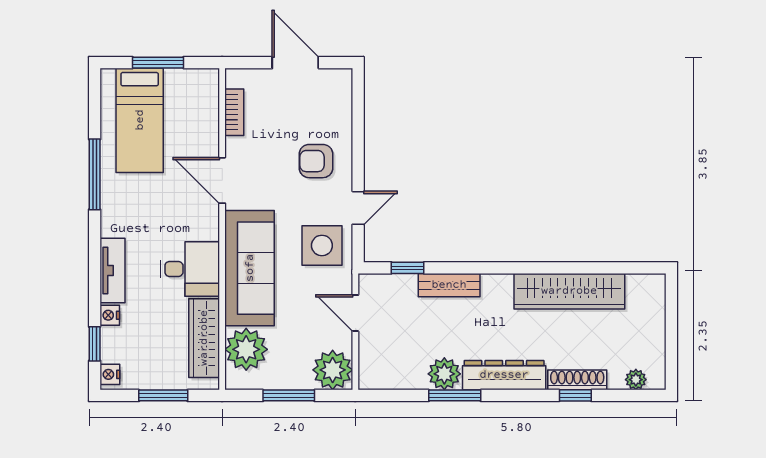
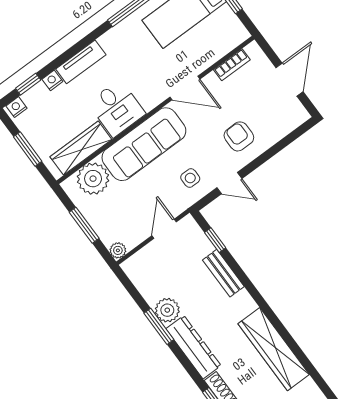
door: (222, 180) -> (185, 88), swing flipped
side table: (322, 245) -> (190, 178), width x0.54, depth x0.54
plant: (333, 370) -> (118, 250), width x0.53, depth x0.53

